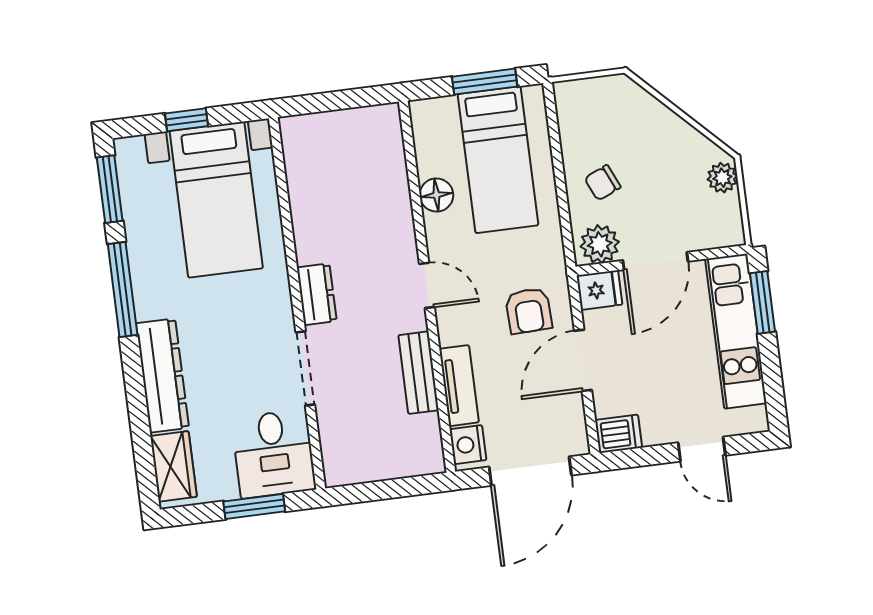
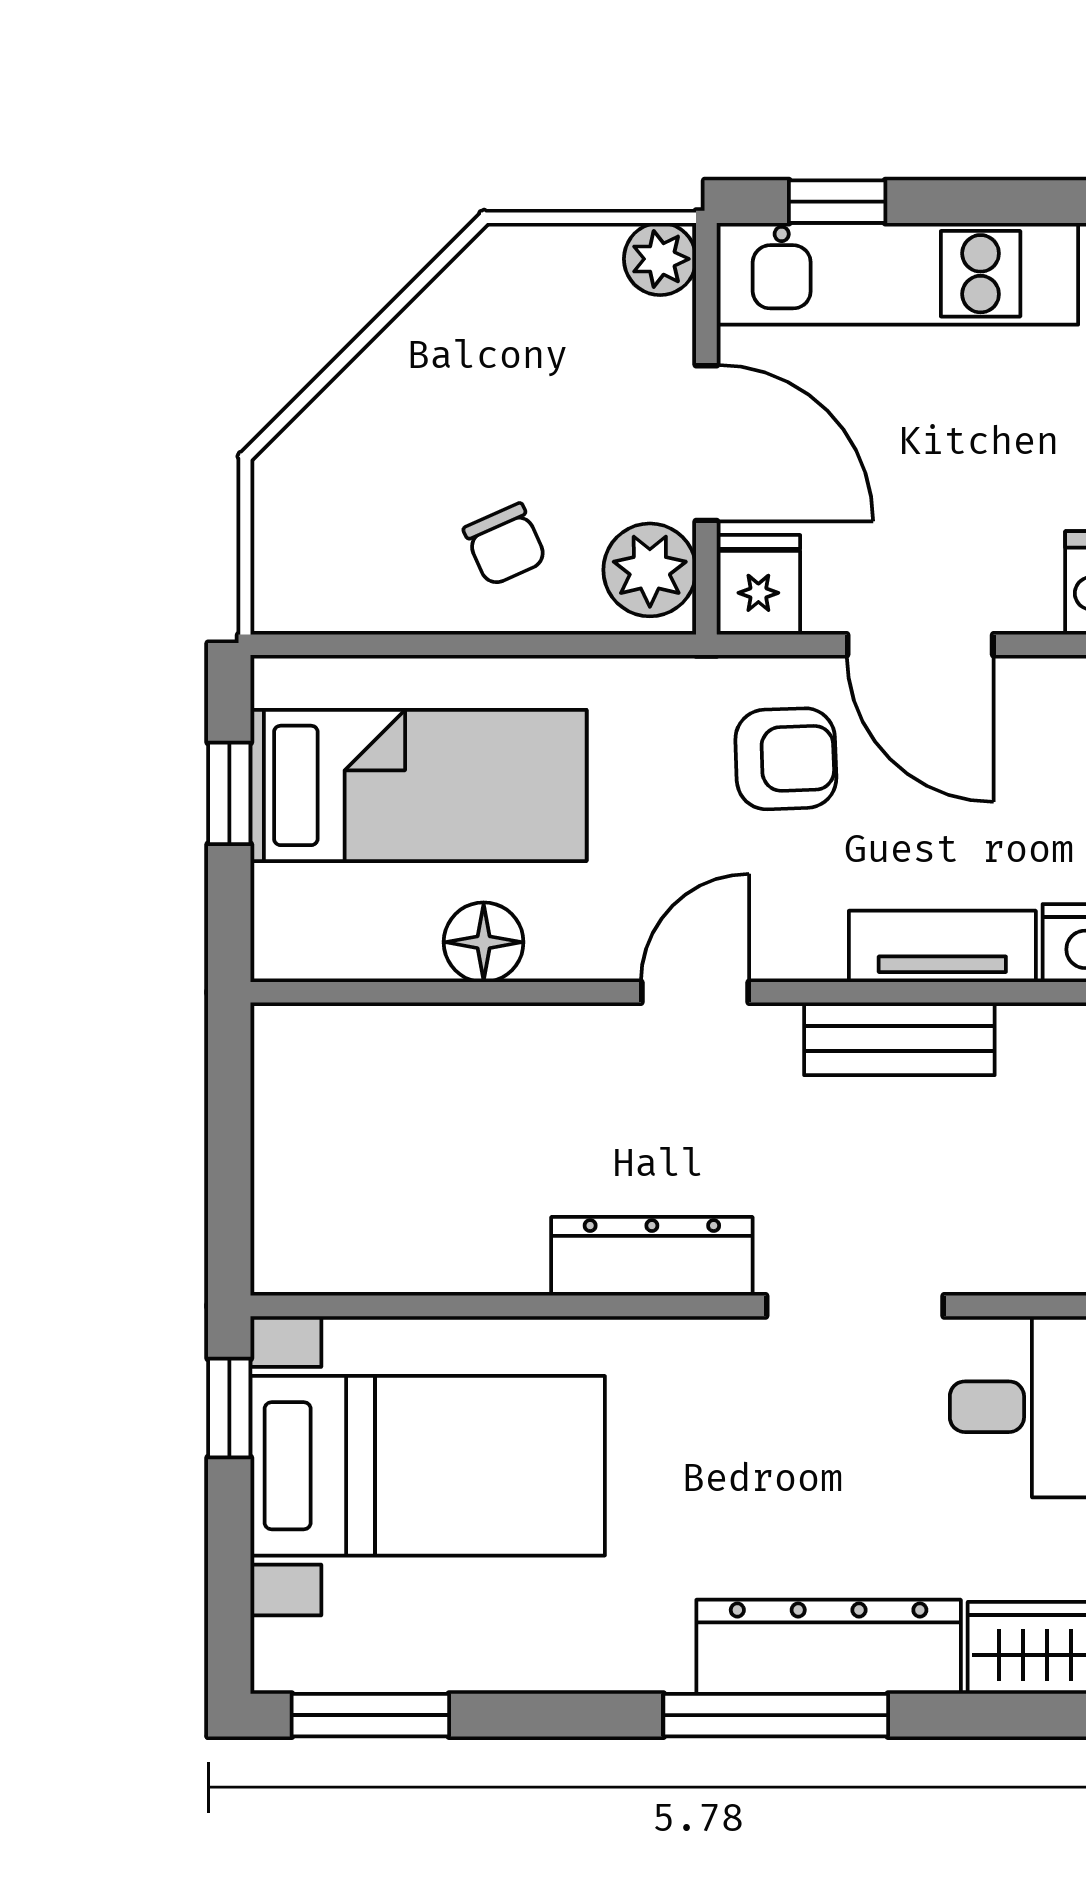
window: (485, 82) -> (229, 793), width x0.67
window: (186, 120) -> (229, 1408), moved
plant: (722, 178) -> (660, 259), moved
window: (123, 289) -> (776, 1715), moved
dresser: (317, 294) -> (652, 1256), width x1.44
window: (763, 302) -> (837, 202), width x0.67

